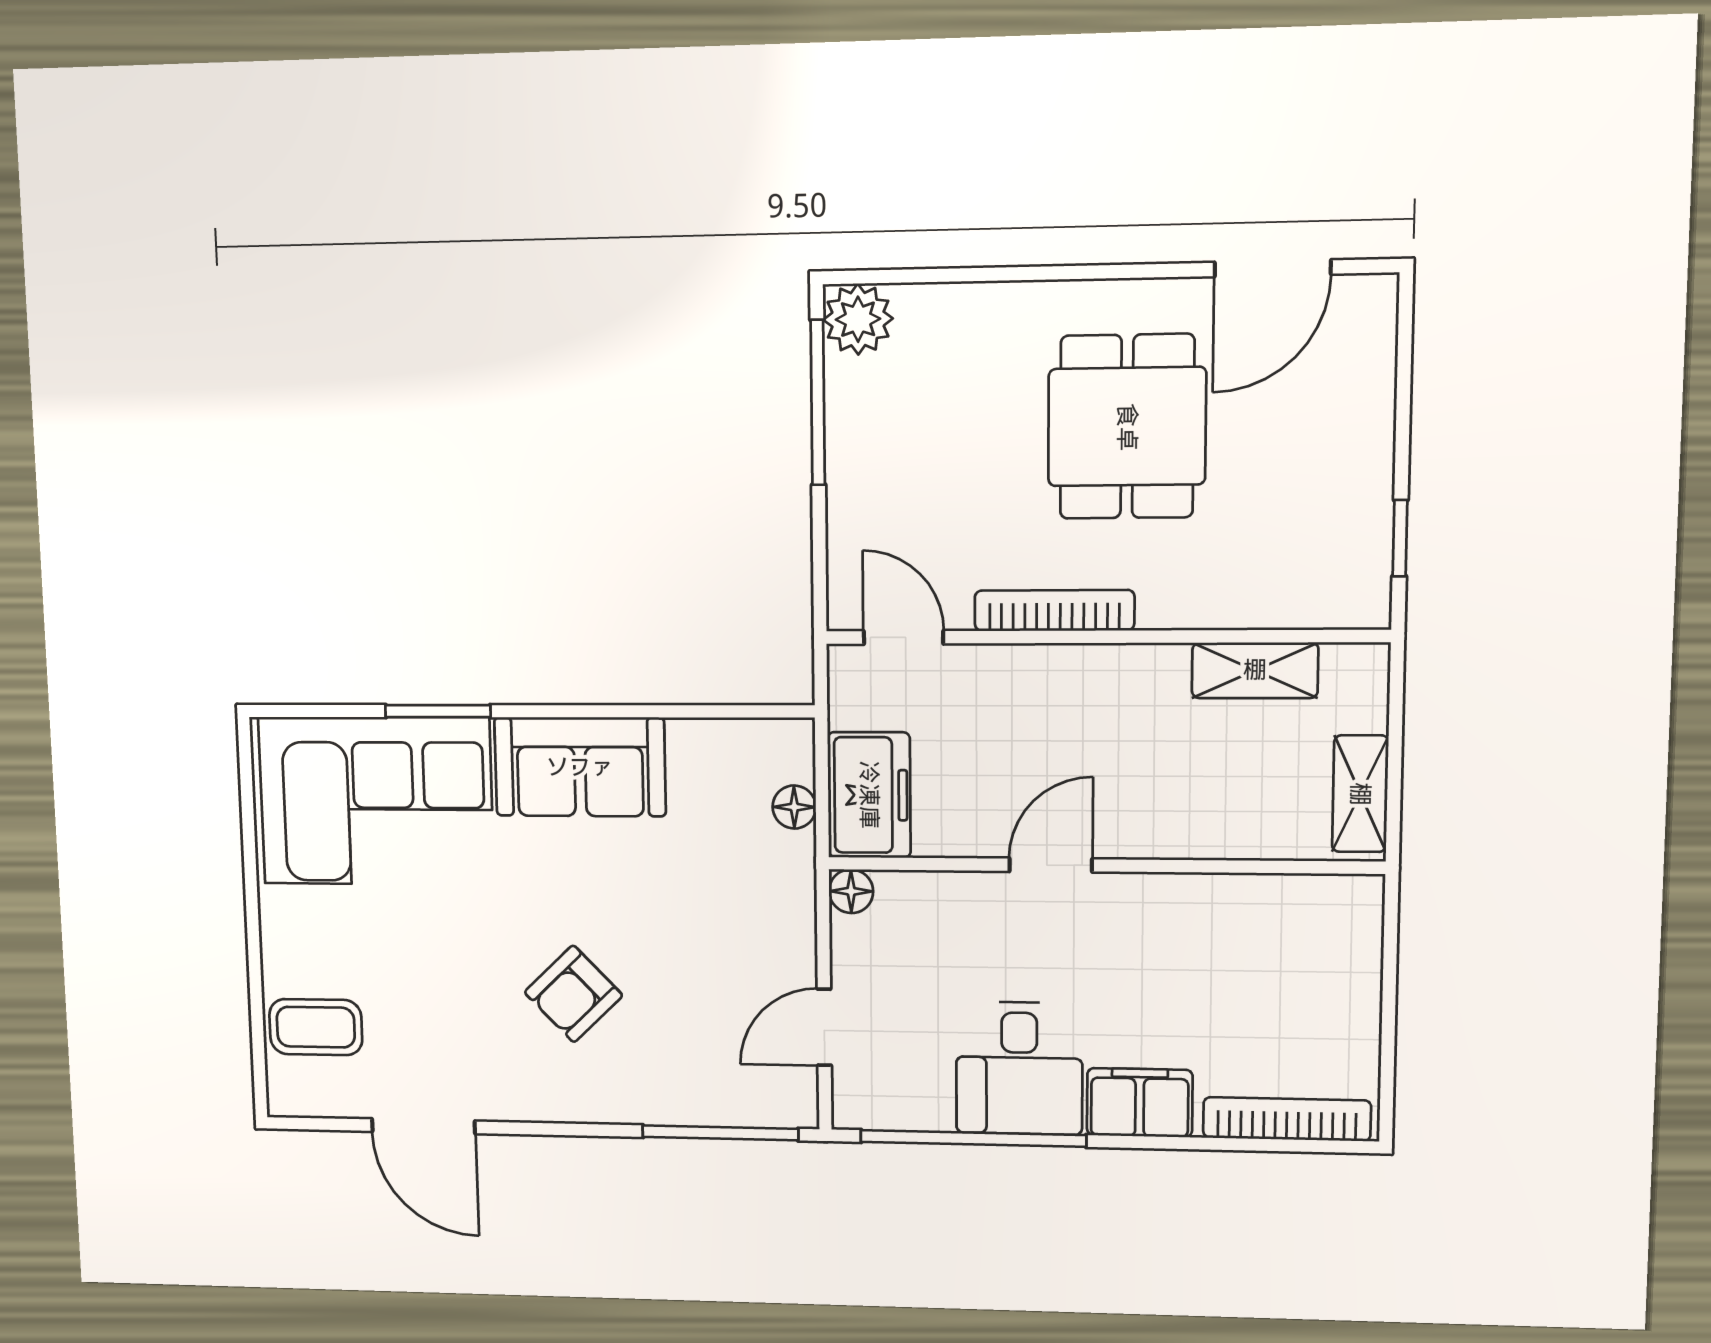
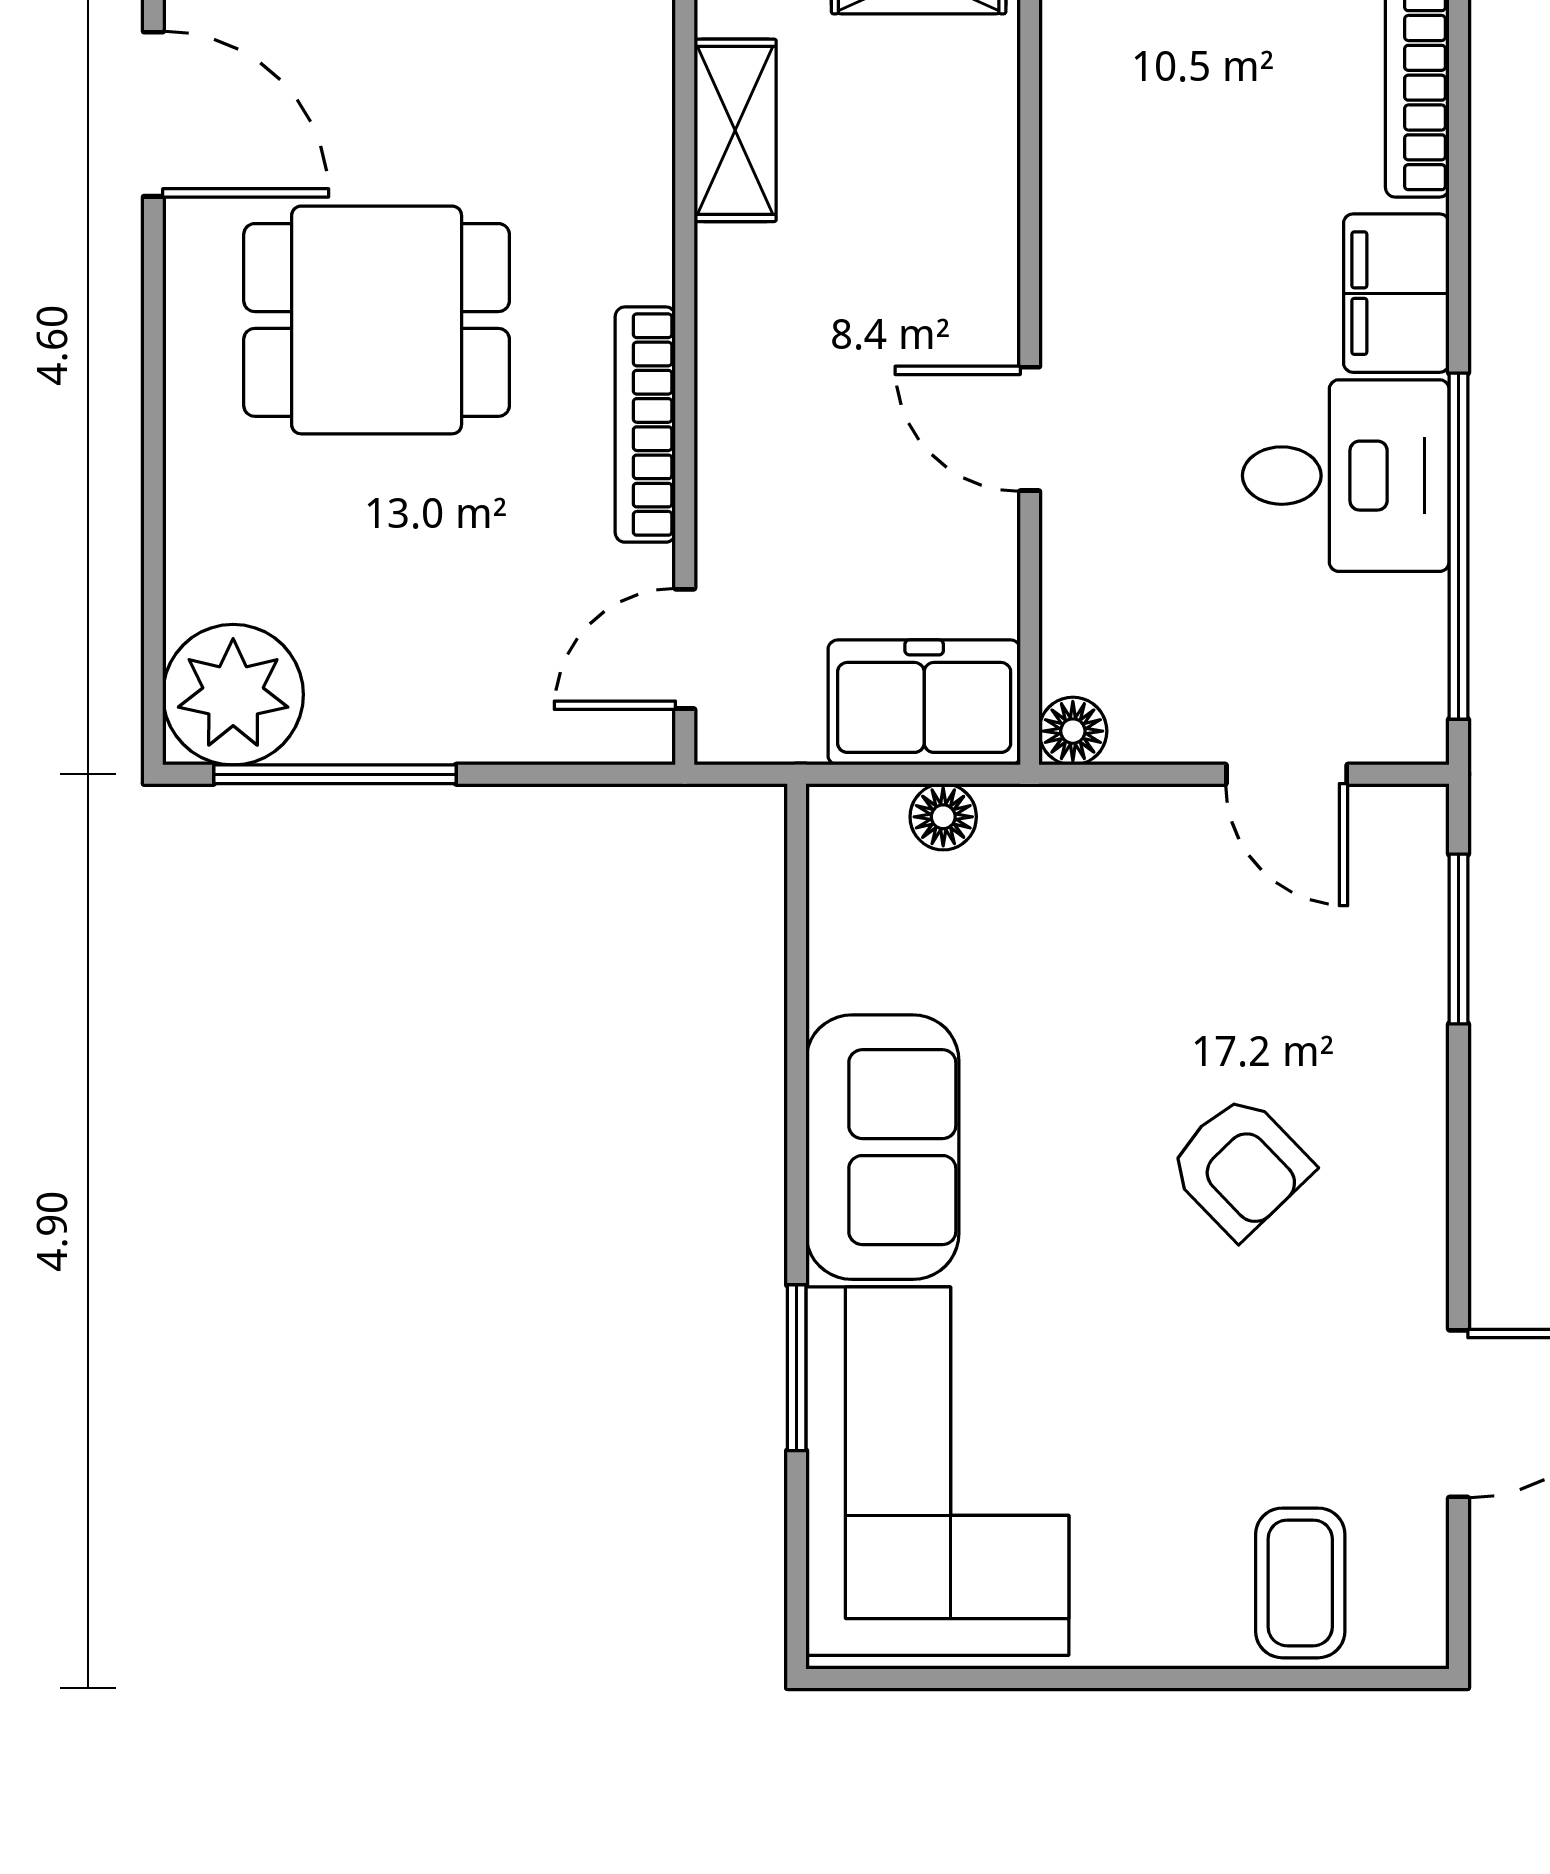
plant: (858, 319) -> (233, 695), width x1.36, depth x1.36
window: (720, 1133) -> (1458, 939), width x0.69

